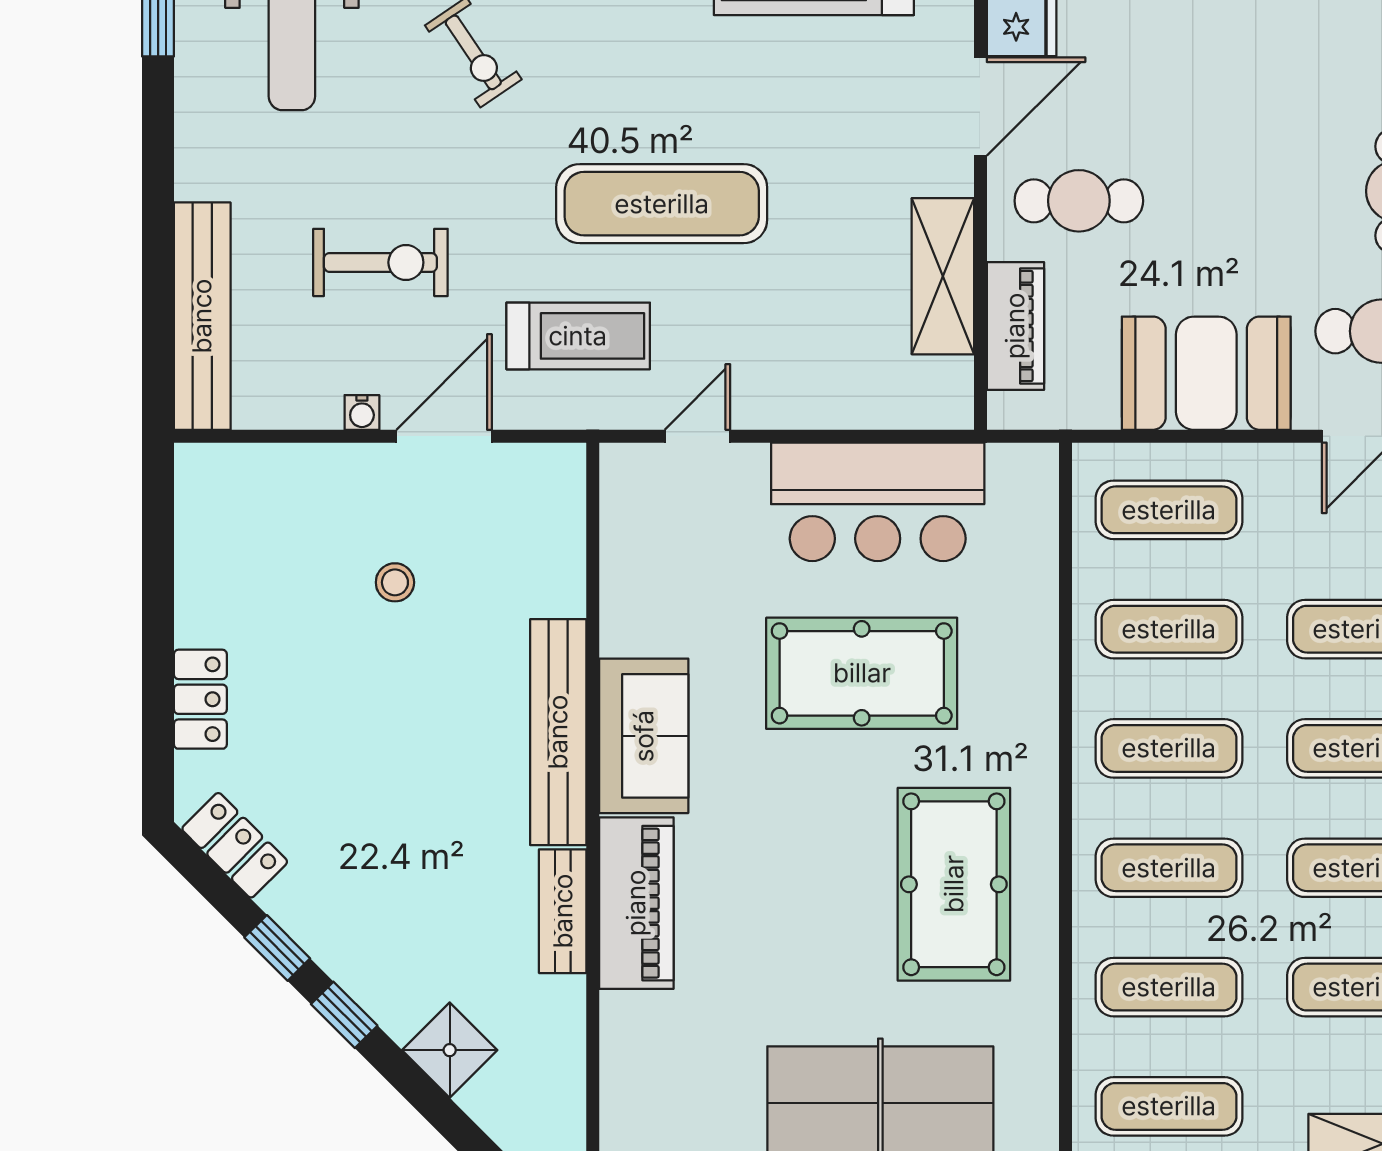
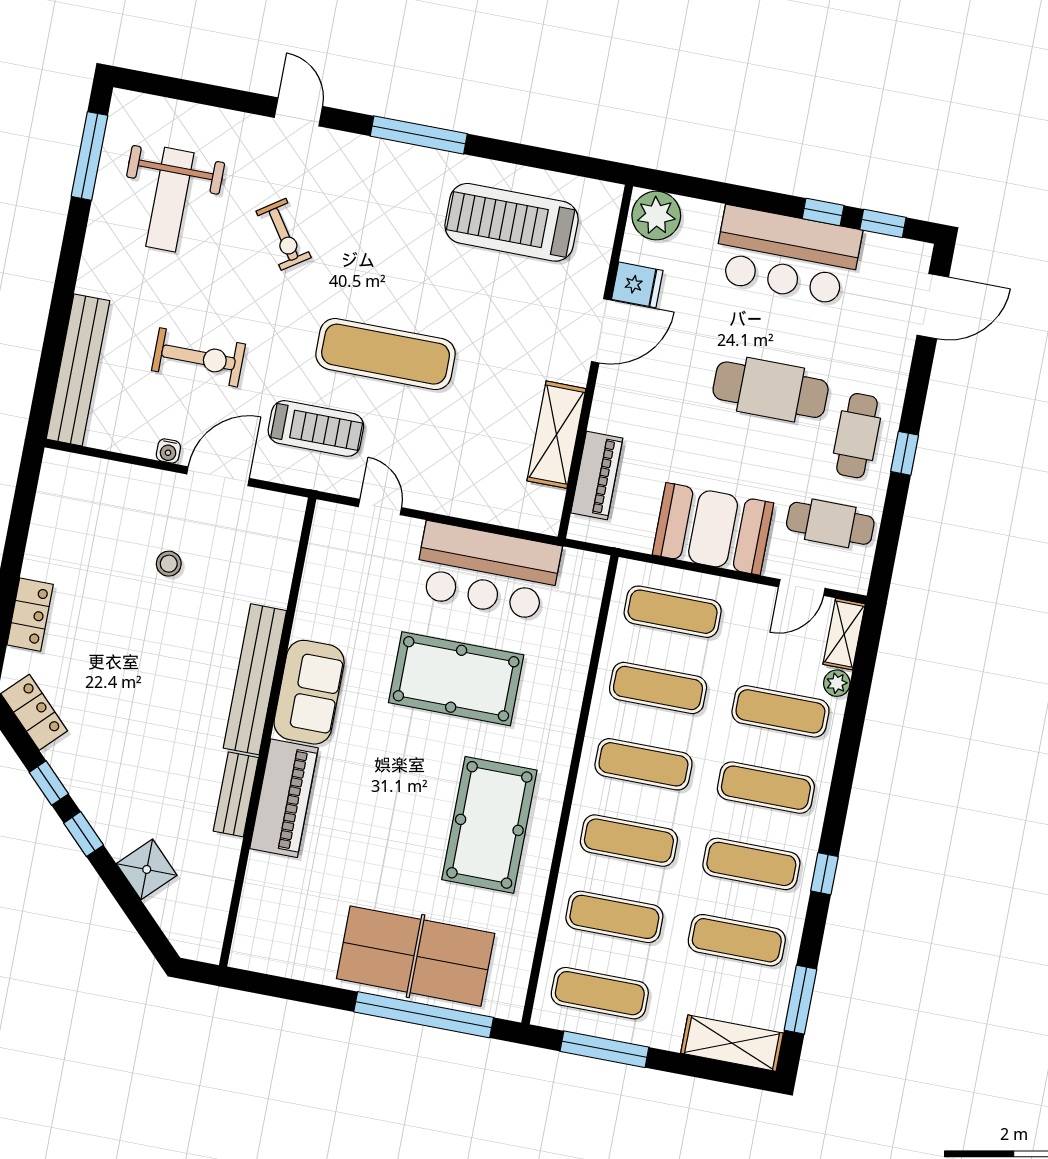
cafe table: (1079, 201) -> (771, 390), moved, width x1.37, depth x1.35
door: (697, 436) -> (380, 507), hinge flipped

